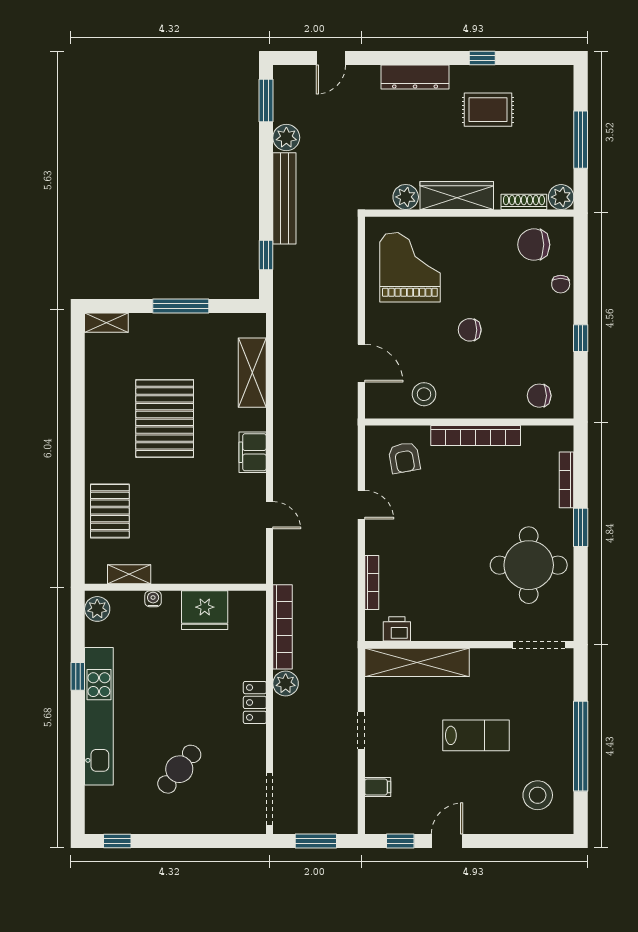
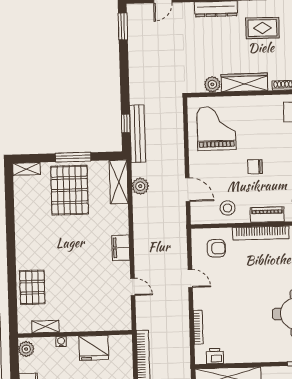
plant: (286, 138) -> (140, 186), moved
bench: (284, 198) -> (137, 134), moved
shelving: (252, 373) -> (119, 182), moved
piano: (487, 407) -> (267, 215), added
pallet: (165, 418) -> (69, 190), moved
armchair: (404, 458) -> (216, 248), turned -80

